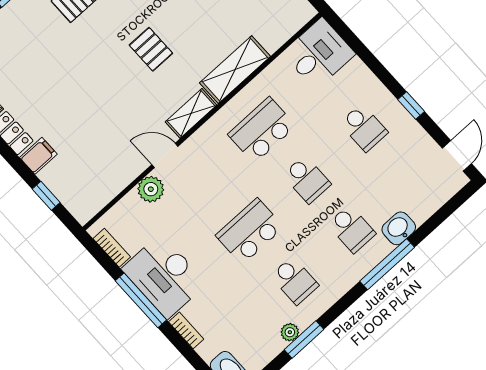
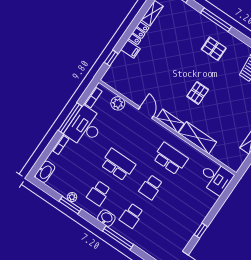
school desk: (364, 128) -> (184, 210), removed
plant: (151, 189) -> (118, 103), moved
washbasin: (399, 228) -> (106, 218), moved

